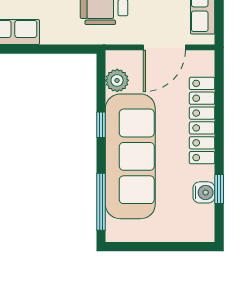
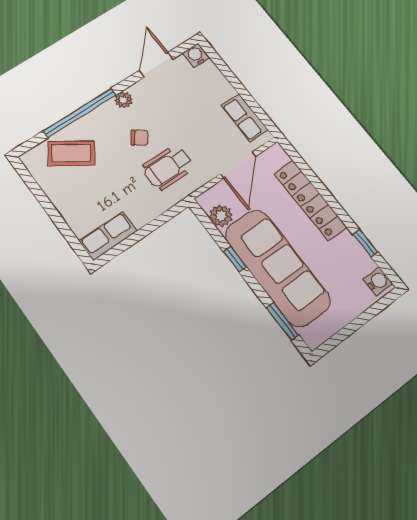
water cooler: (204, 192) -> (378, 281), moved
window: (101, 202) -> (282, 321), width x0.69

